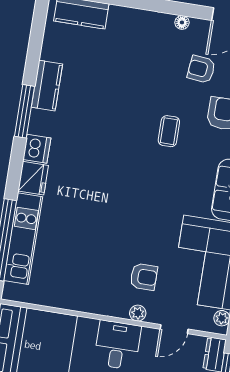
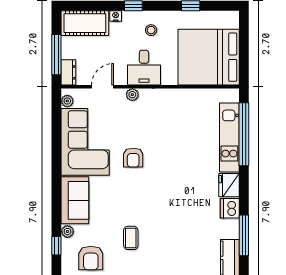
armchair: (144, 277) -> (133, 158), moved, turned -90

